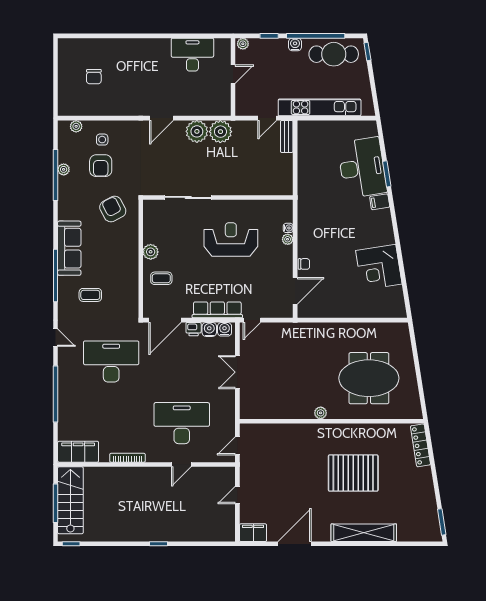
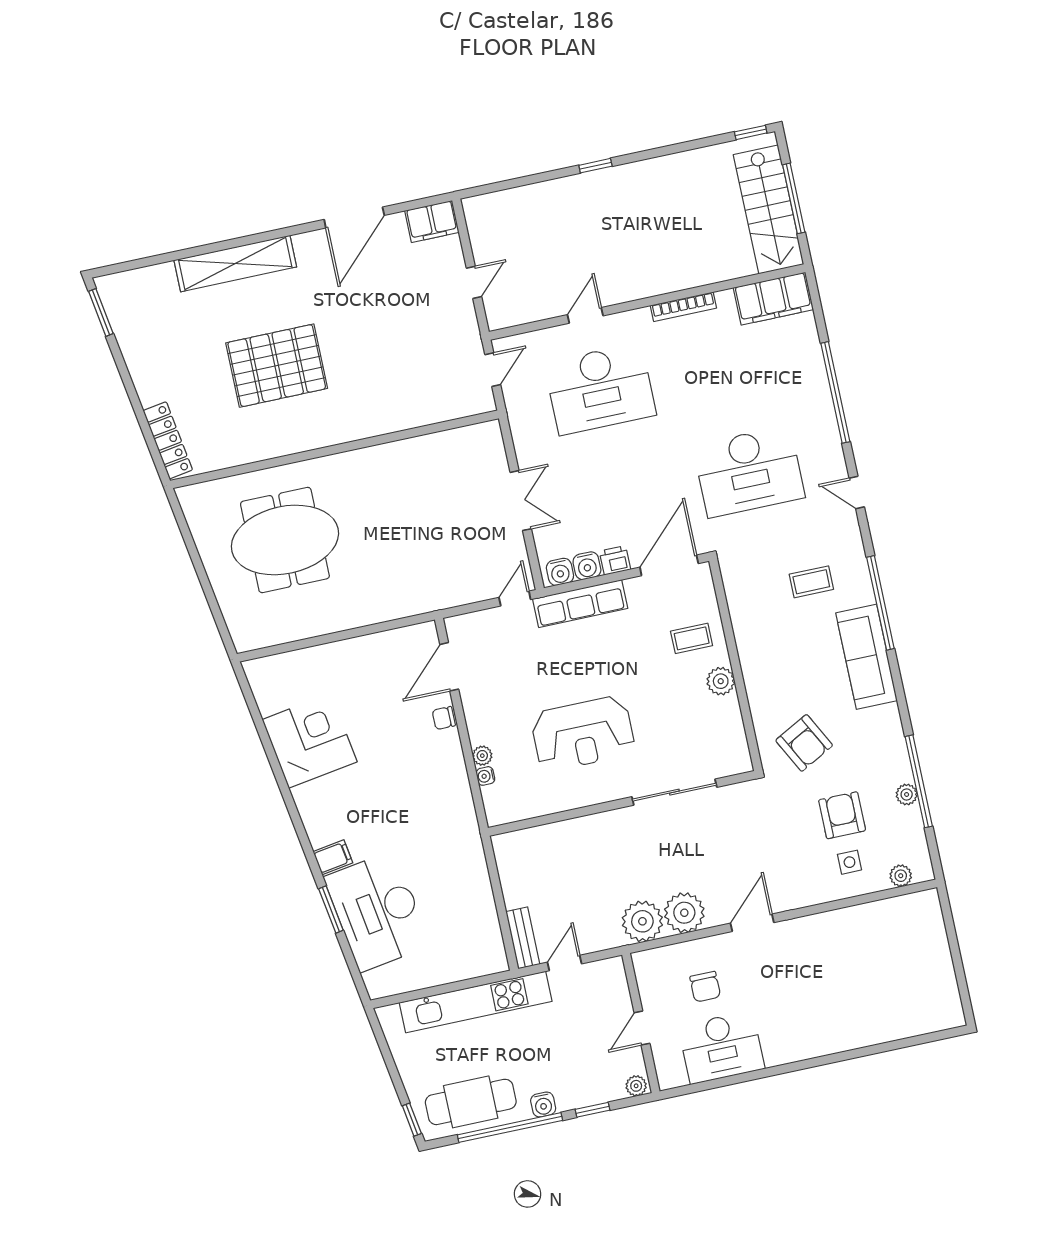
chair: (94, 77) -> (705, 987), moved, turned 180
plant: (321, 413) -> (358, 460), removed

